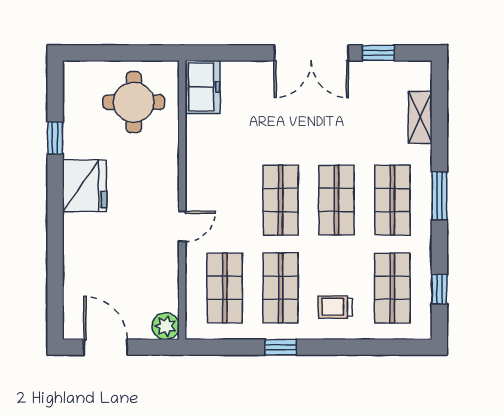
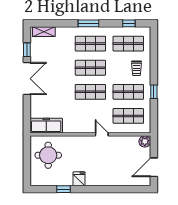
freezer: (202, 87) -> (46, 126), width x1.40
shelving: (420, 117) -> (44, 32), moved
fridge: (85, 186) -> (79, 179), width x0.53, depth x0.75

